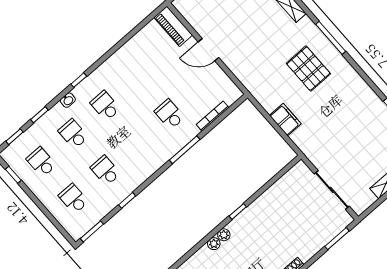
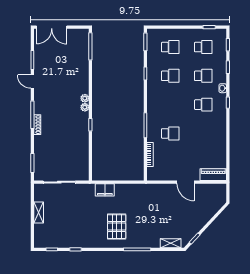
door: (209, 50) -> (186, 182), swing flipped
pallet: (308, 69) -> (117, 227), moved, turned 90
filing cabinet: (285, 120) -> (105, 190), moved

